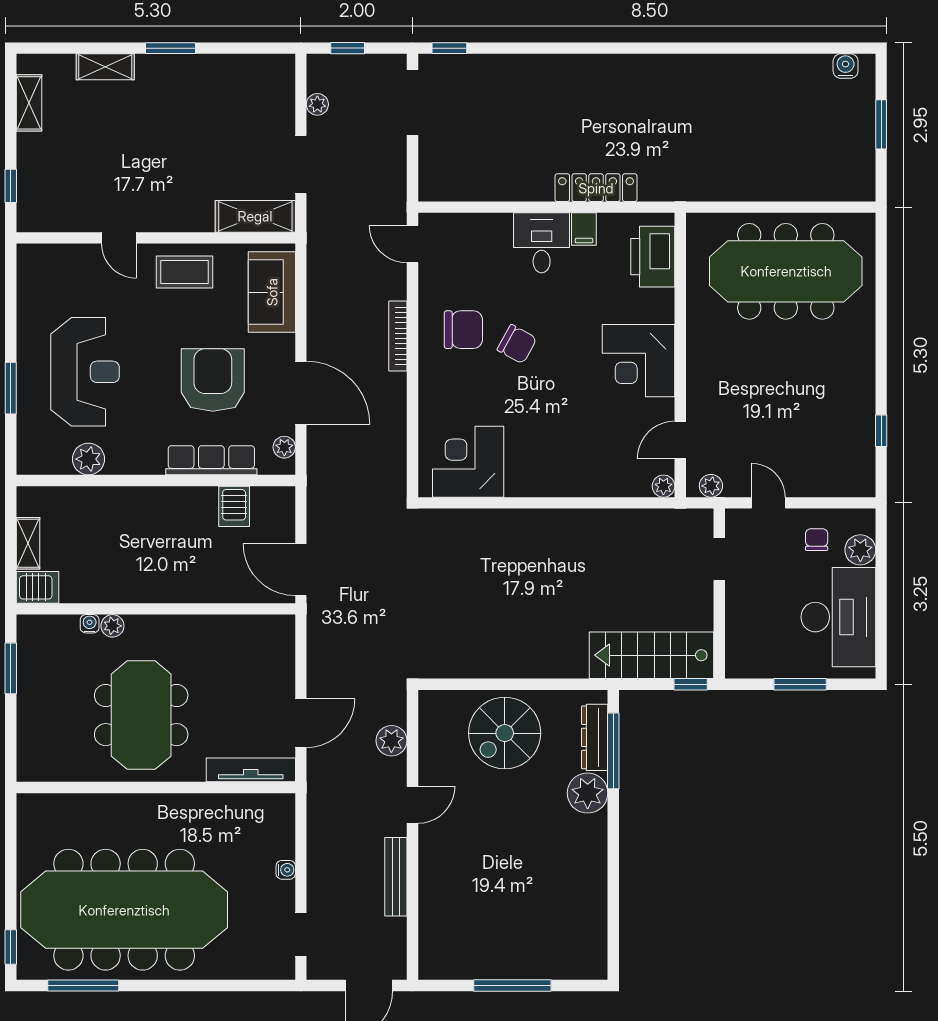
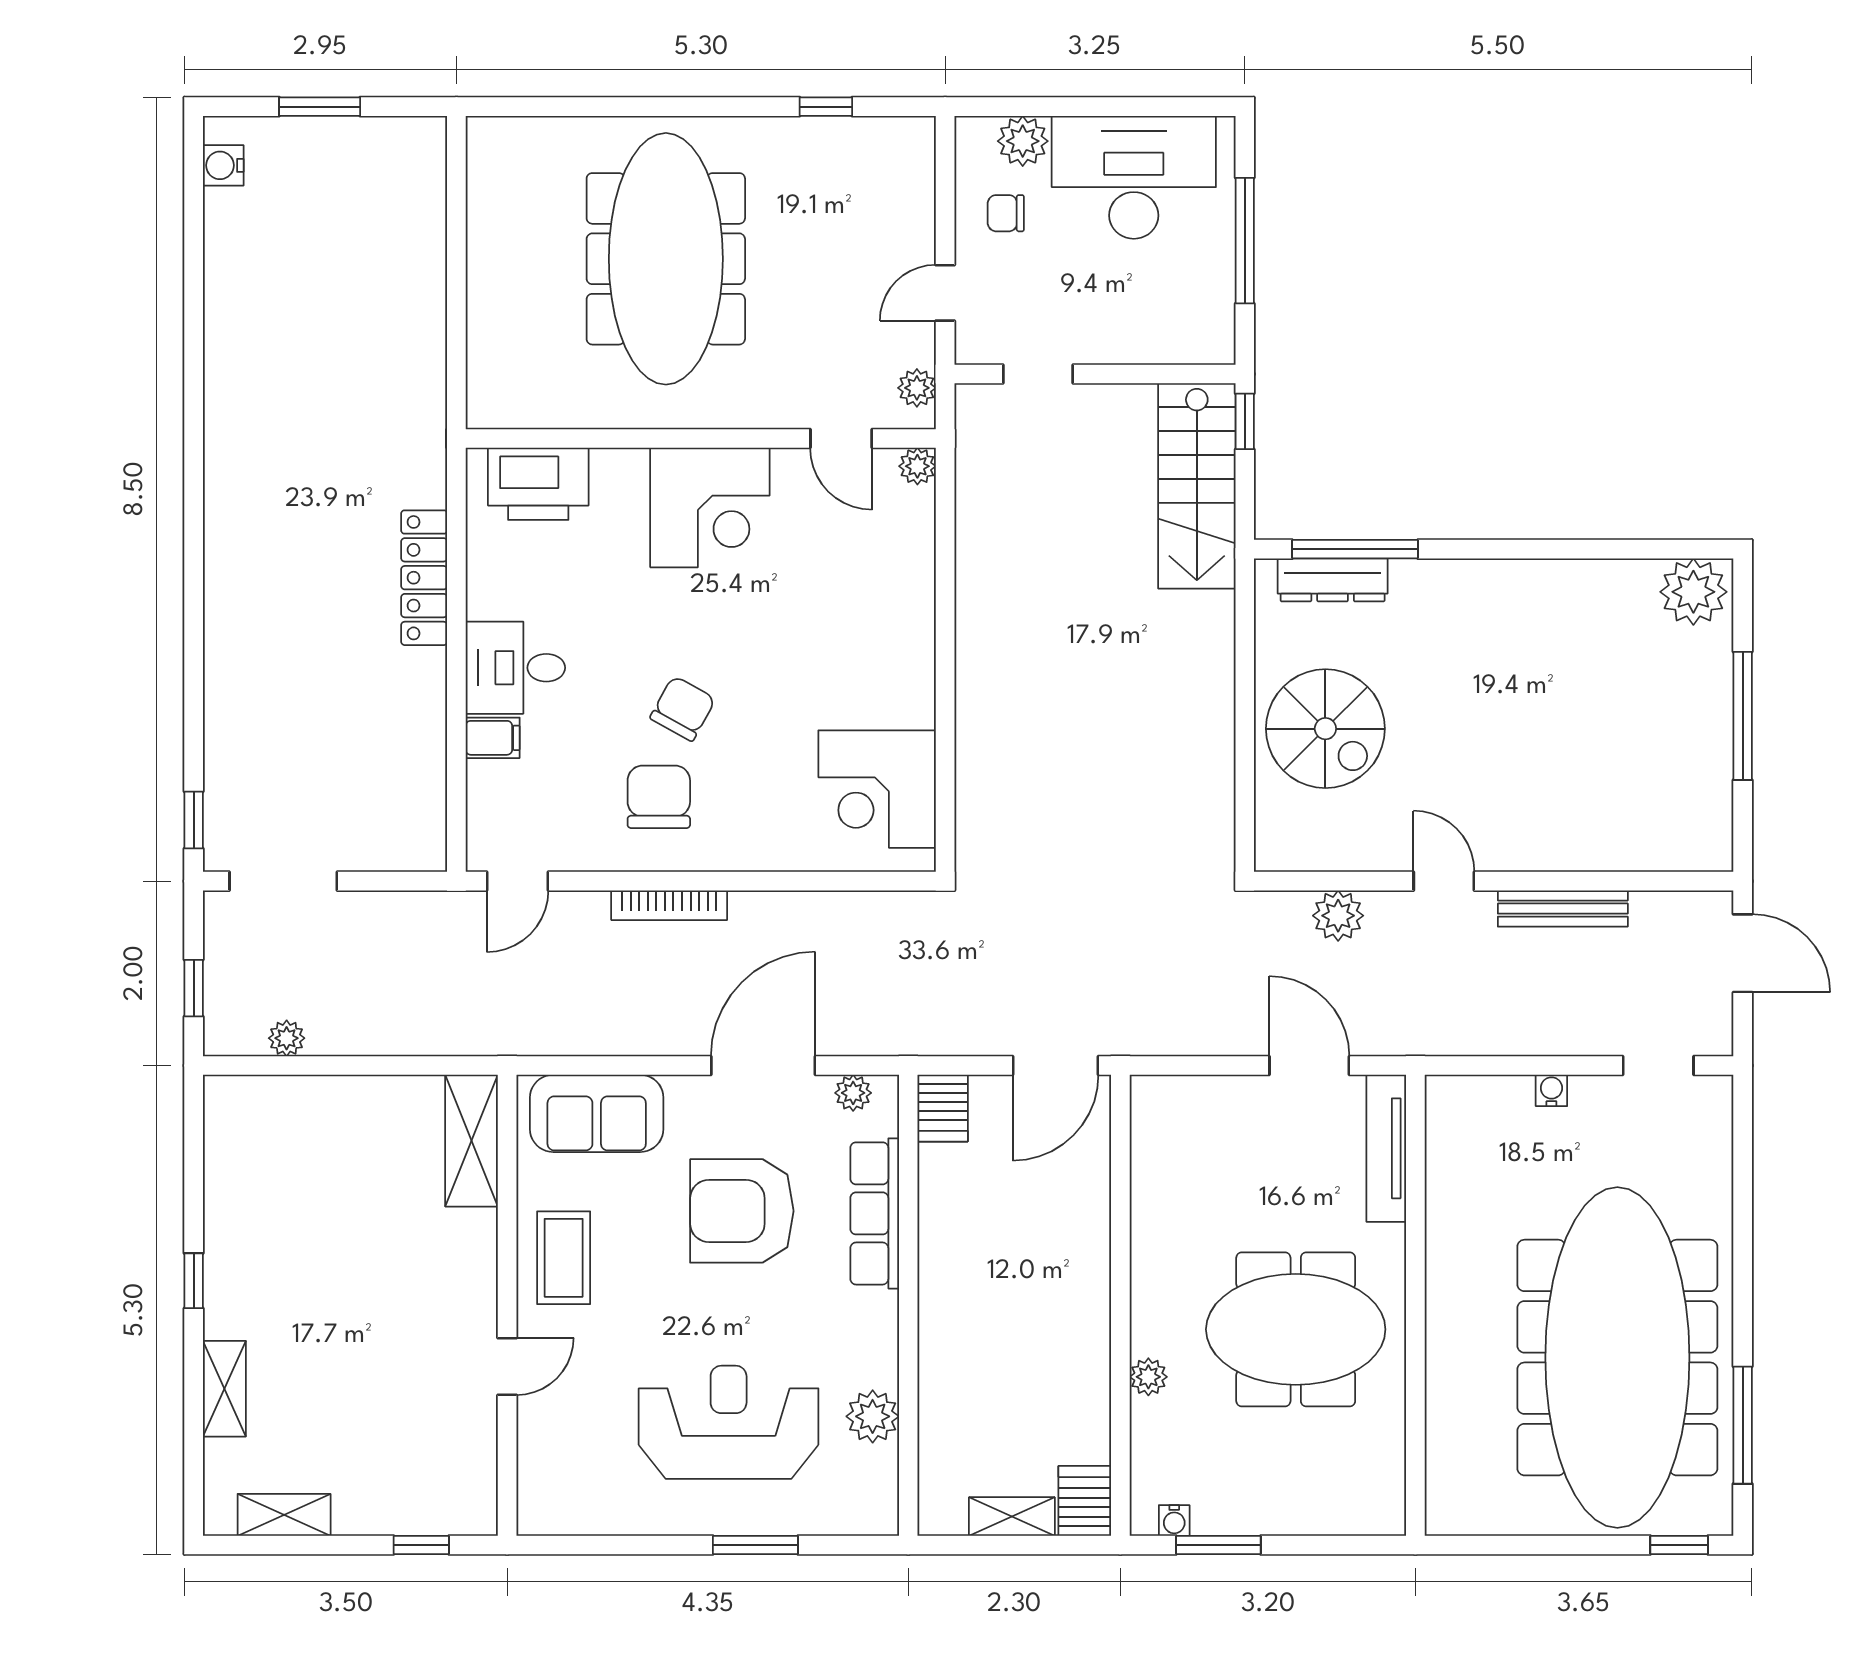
window: (171, 48) -> (194, 1281), width x0.67
doorway: (301, 165) -> (386, 1066), removed
filing cabinet: (584, 229) -> (493, 738), moved
meeting table: (786, 271) -> (666, 259), moved
server rack: (234, 506) -> (943, 1108), moved, turned 90
water cooler: (90, 624) -> (1174, 1520), moved, turned -90
window: (800, 684) -> (1245, 241), width x1.44
plant: (588, 793) -> (1693, 592), moved

